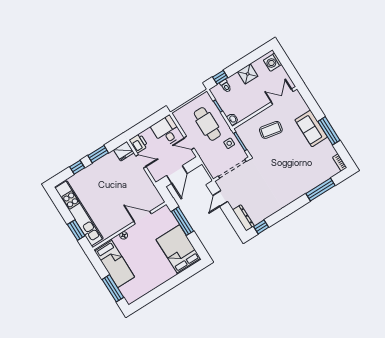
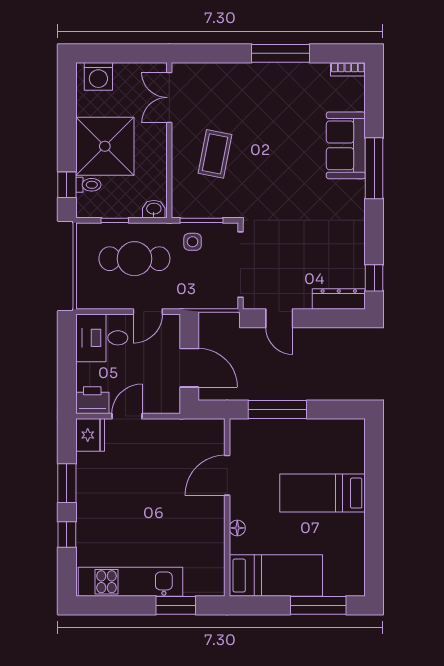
shower: (248, 74) -> (105, 146), width x1.86, depth x1.86
sofa: (311, 128) -> (346, 145), moved, turned 90
window: (320, 189) -> (374, 168), moved
kitchen unit: (79, 213) -> (130, 582), width x0.73
bed: (179, 249) -> (323, 493), moved, width x0.67

